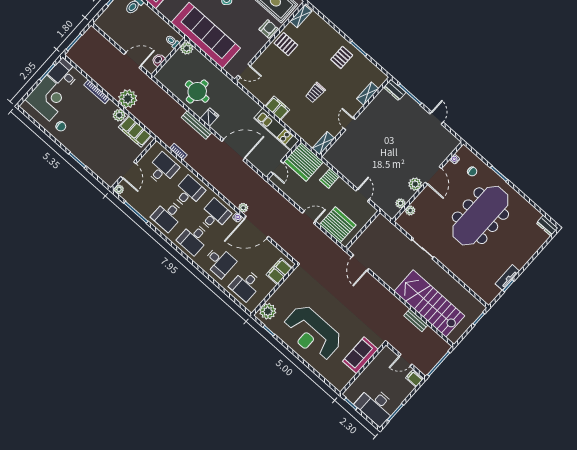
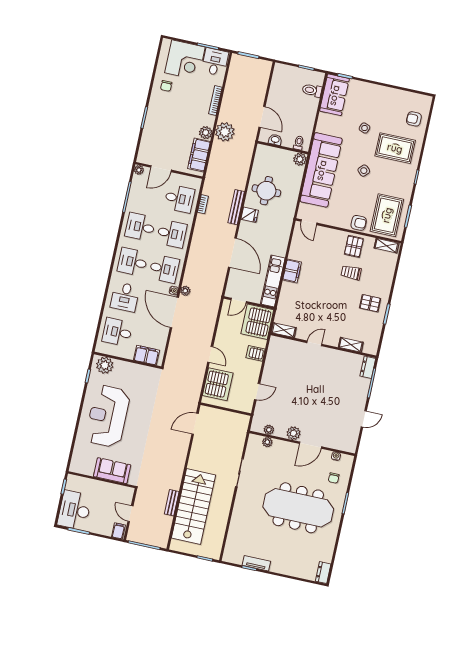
trolley: (315, 93) -> (351, 273), moved

